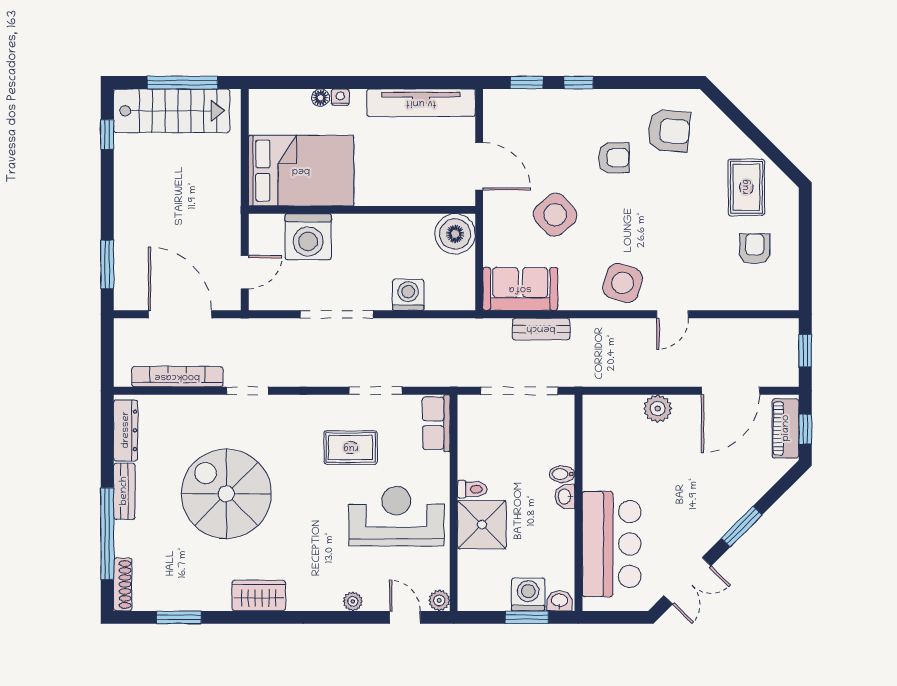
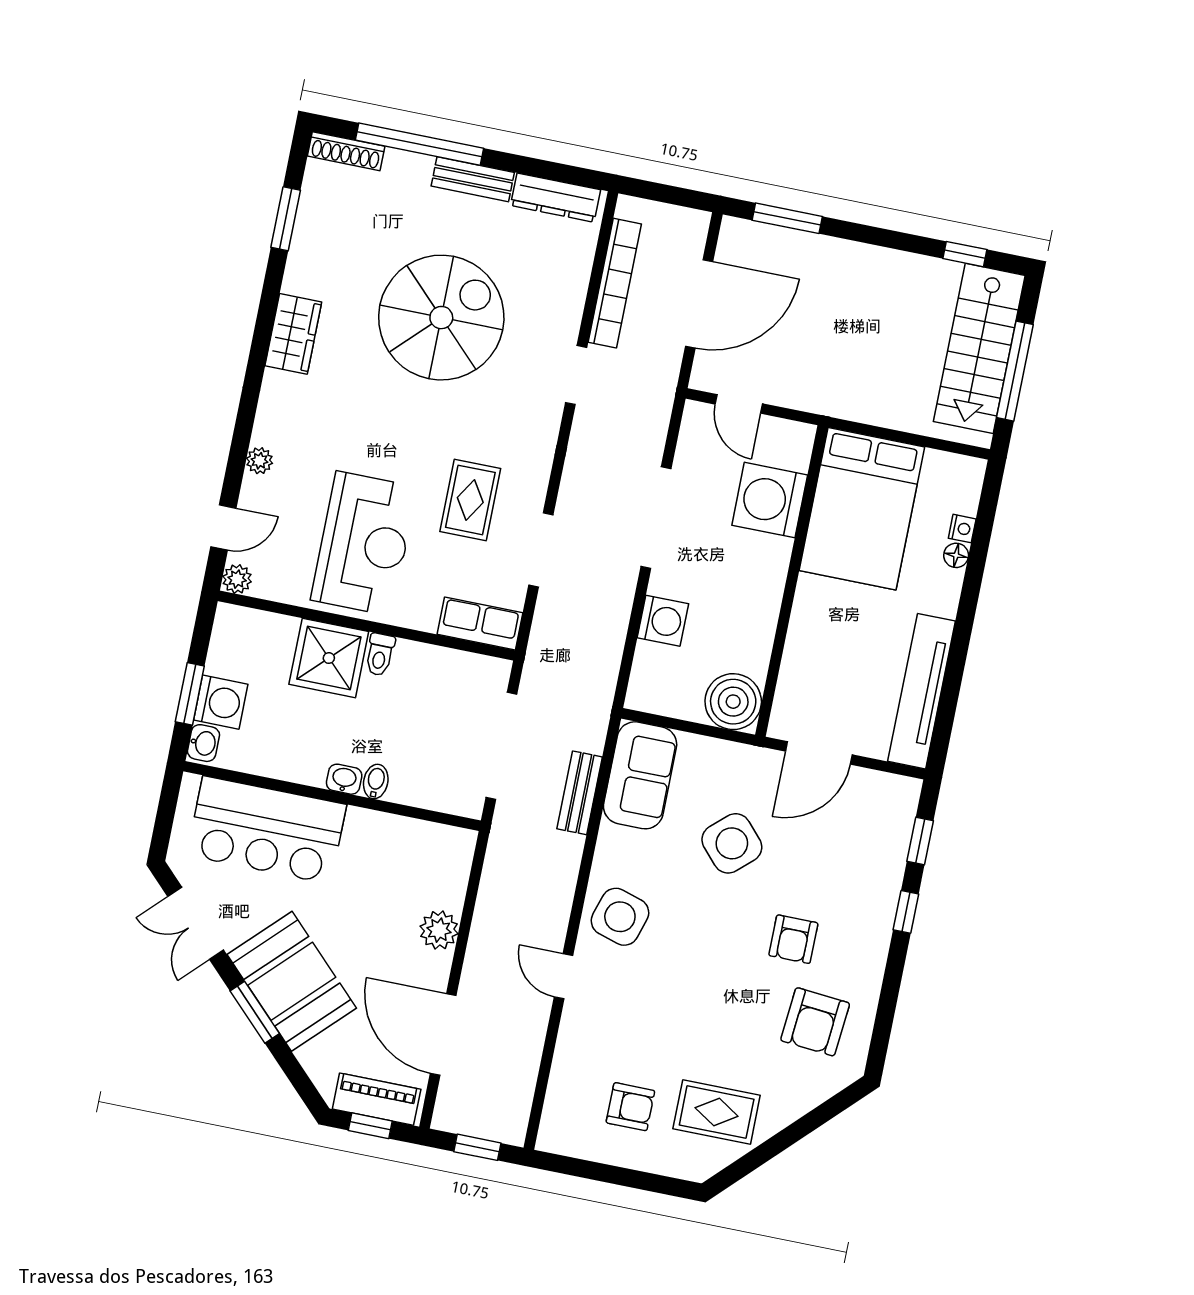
nightstand: (340, 97) -> (962, 529), moved
booth: (715, 505) -> (292, 981), added

